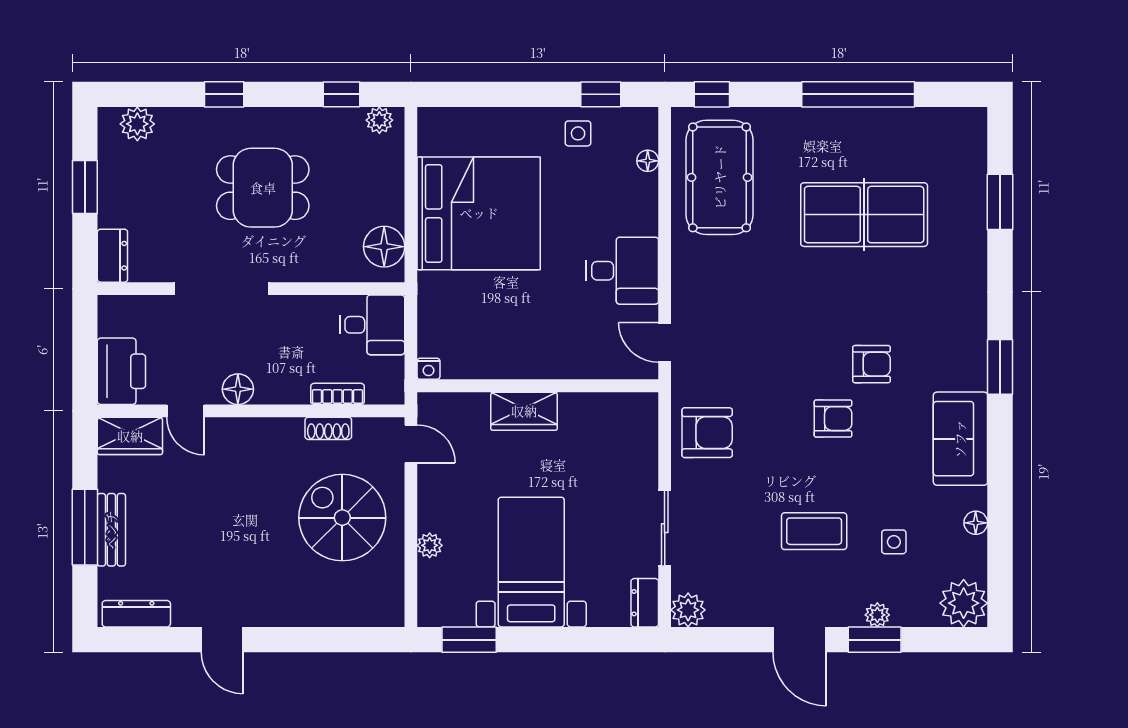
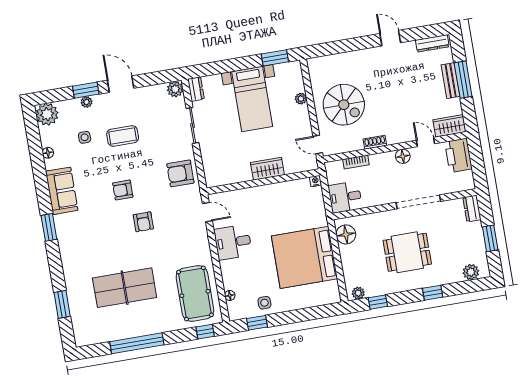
armchair: (872, 364) -> (143, 222), moved, turned -90
shoe rack: (328, 428) -> (375, 142), moved

